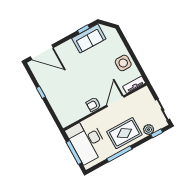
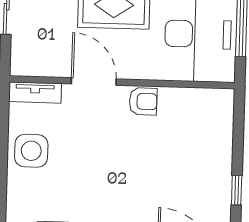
door: (115, 101) -> (94, 81), swing flipped

